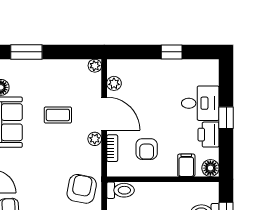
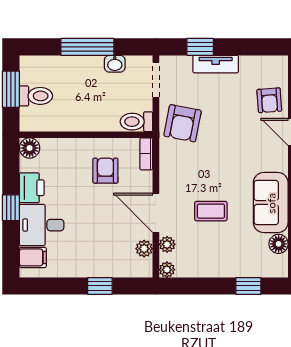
window: (26, 52) -> (248, 286), width x0.67
window: (172, 52) -> (100, 286), moved
plant: (95, 139) -> (167, 244), moved
bookcase: (112, 148) -> (146, 154), moved
filing cabinet: (186, 165) -> (33, 257), moved, turned -90

